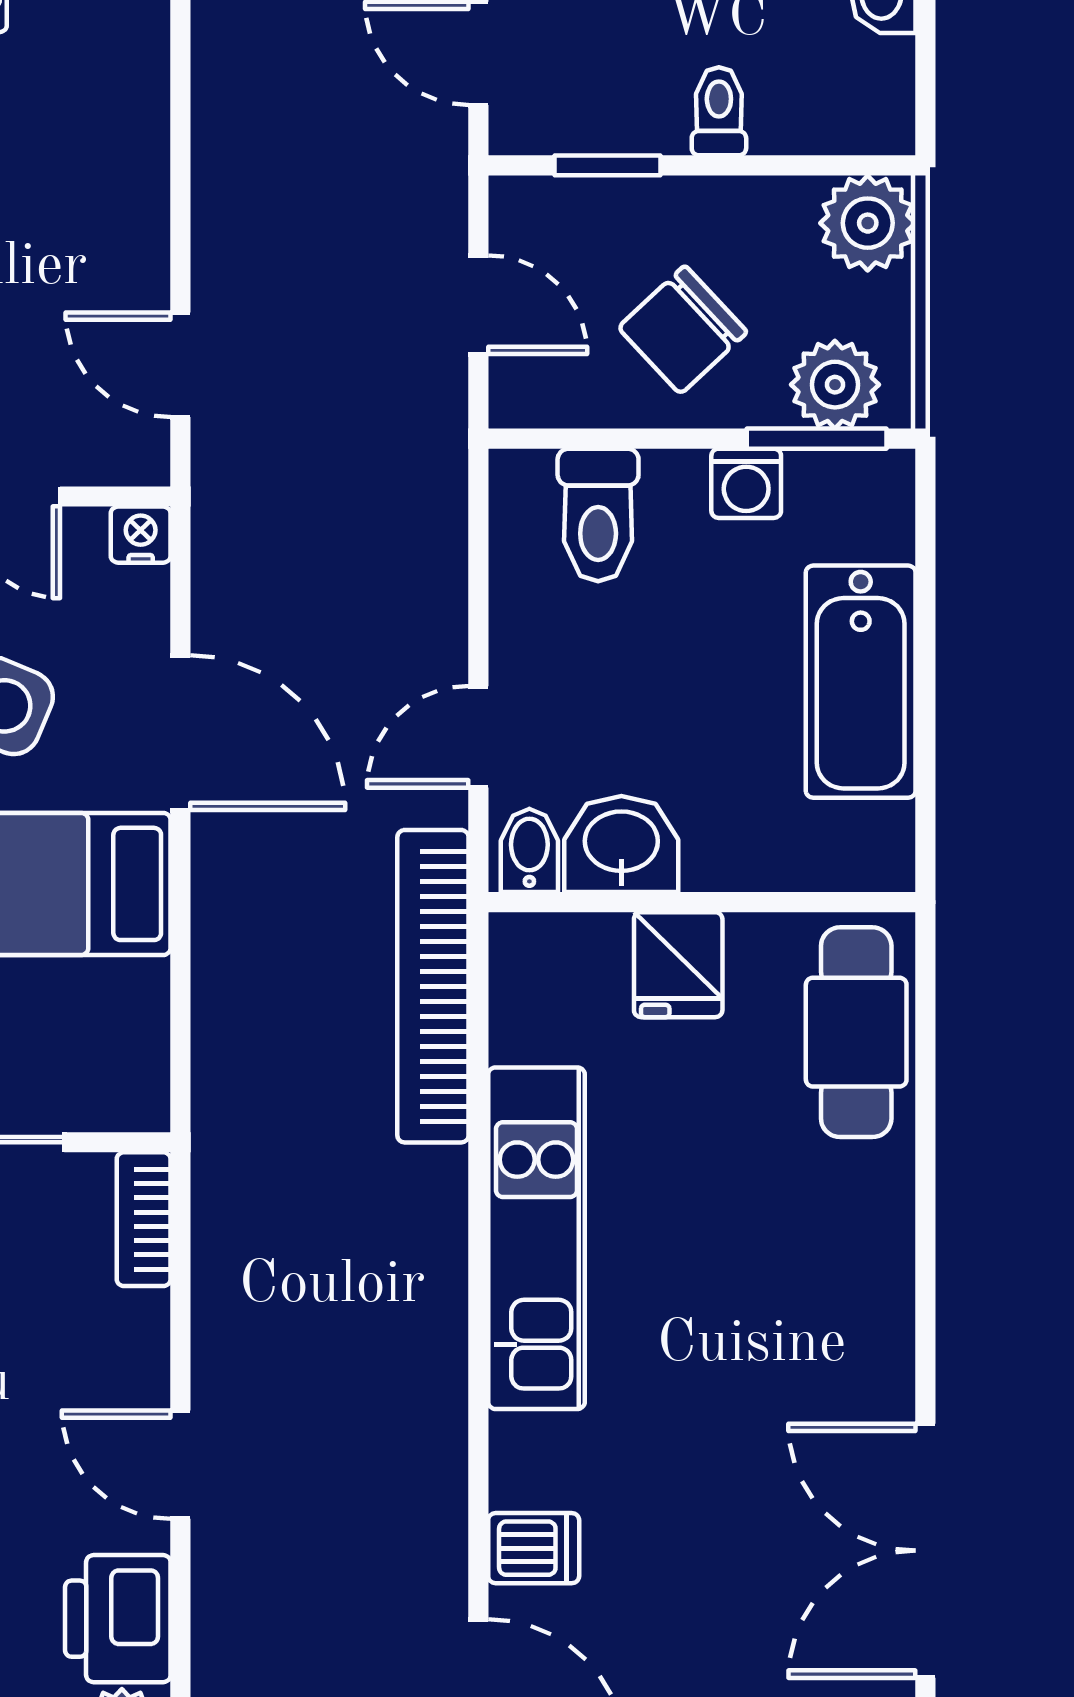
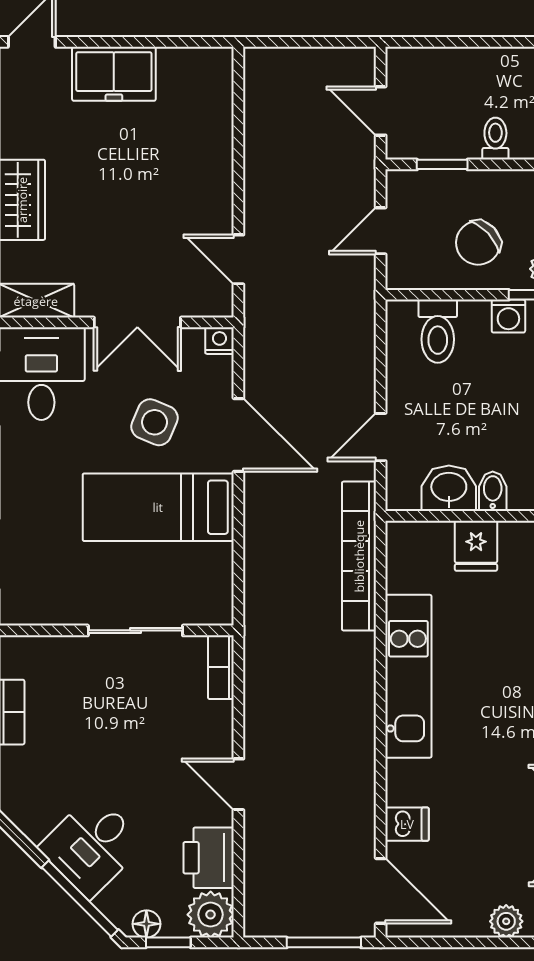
door: (478, 305) -> (381, 231), swing flipped
bidet: (529, 850) -> (493, 491), moved

